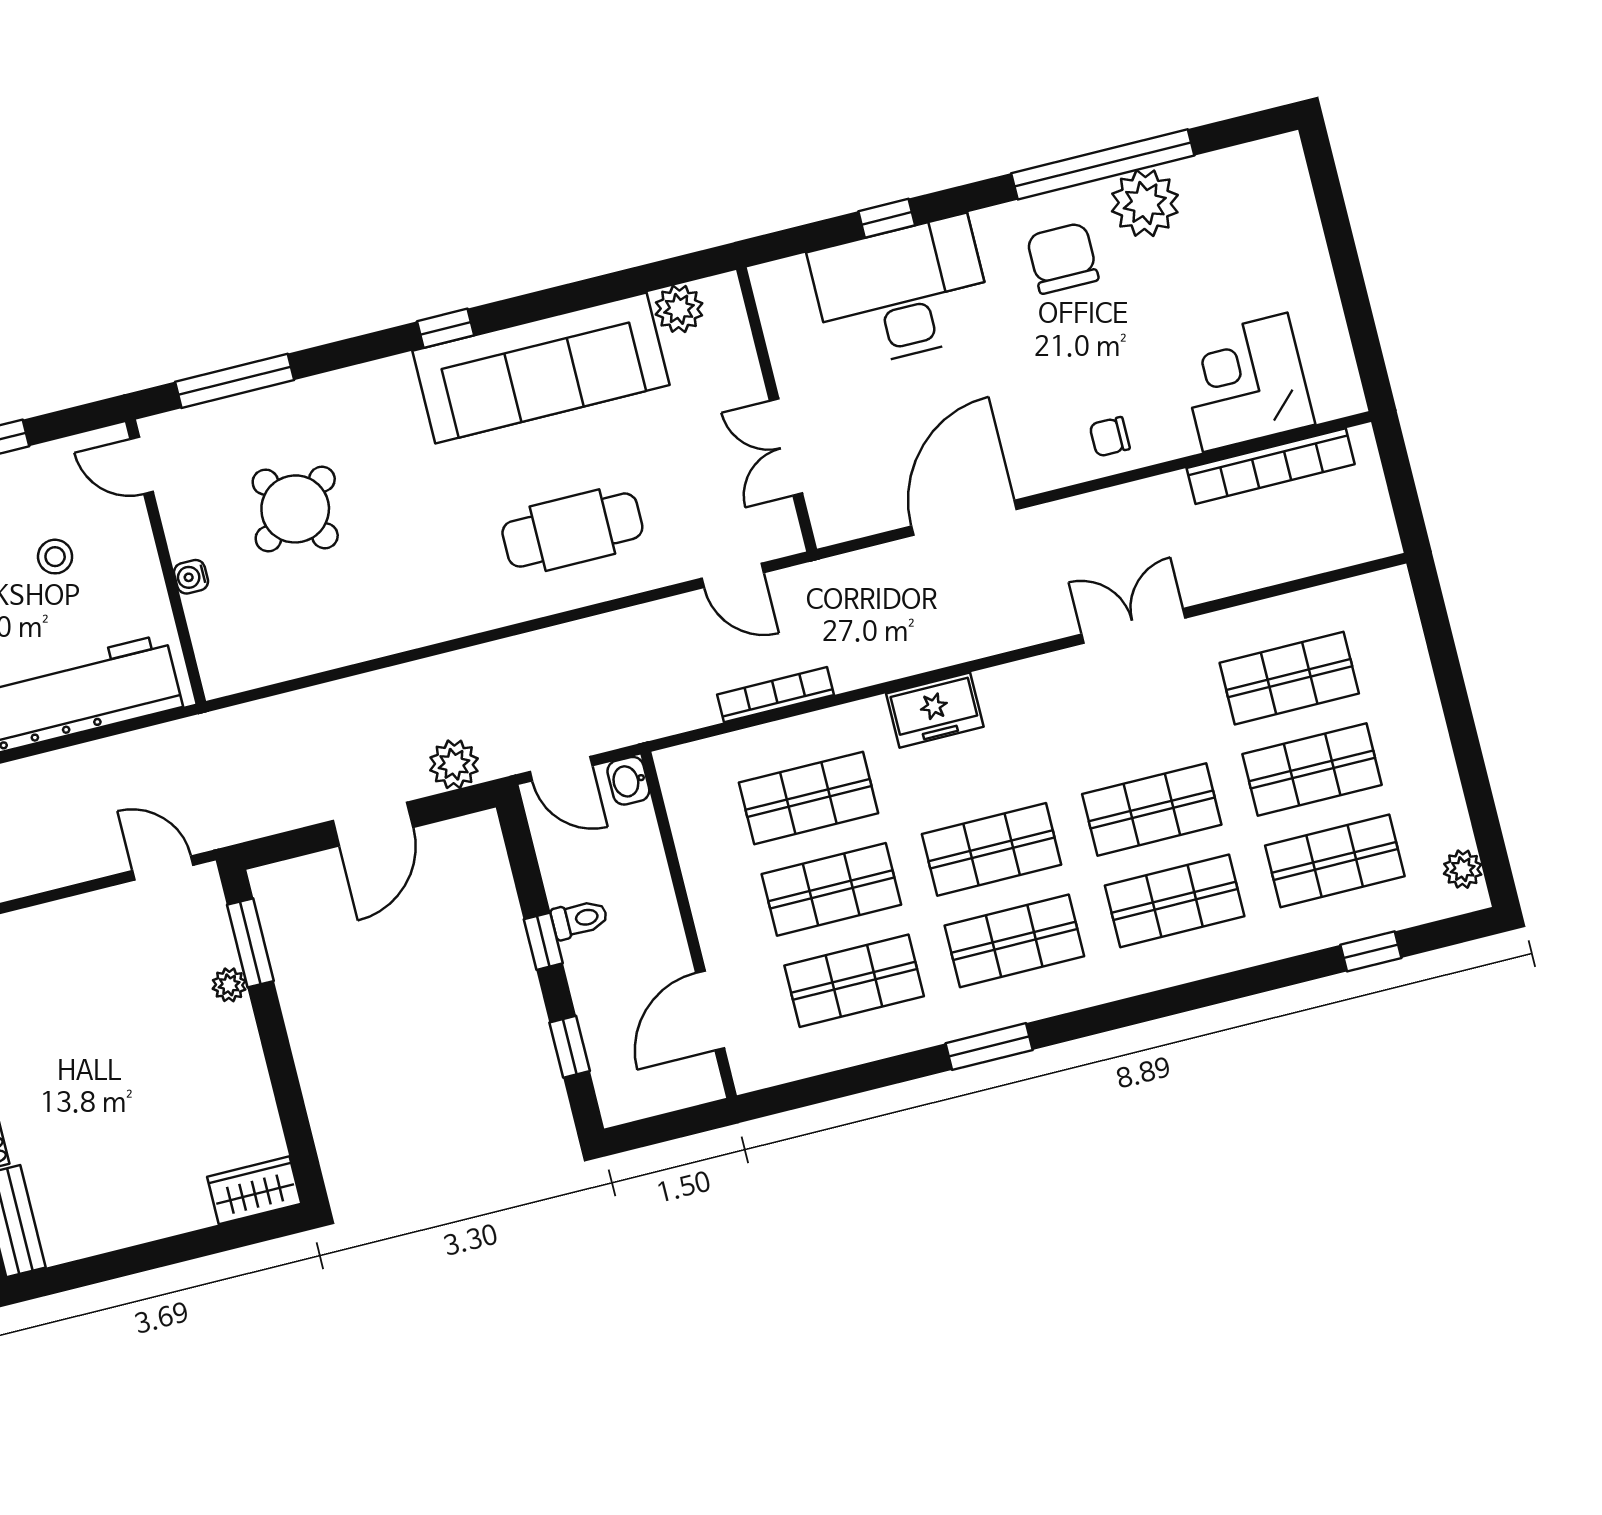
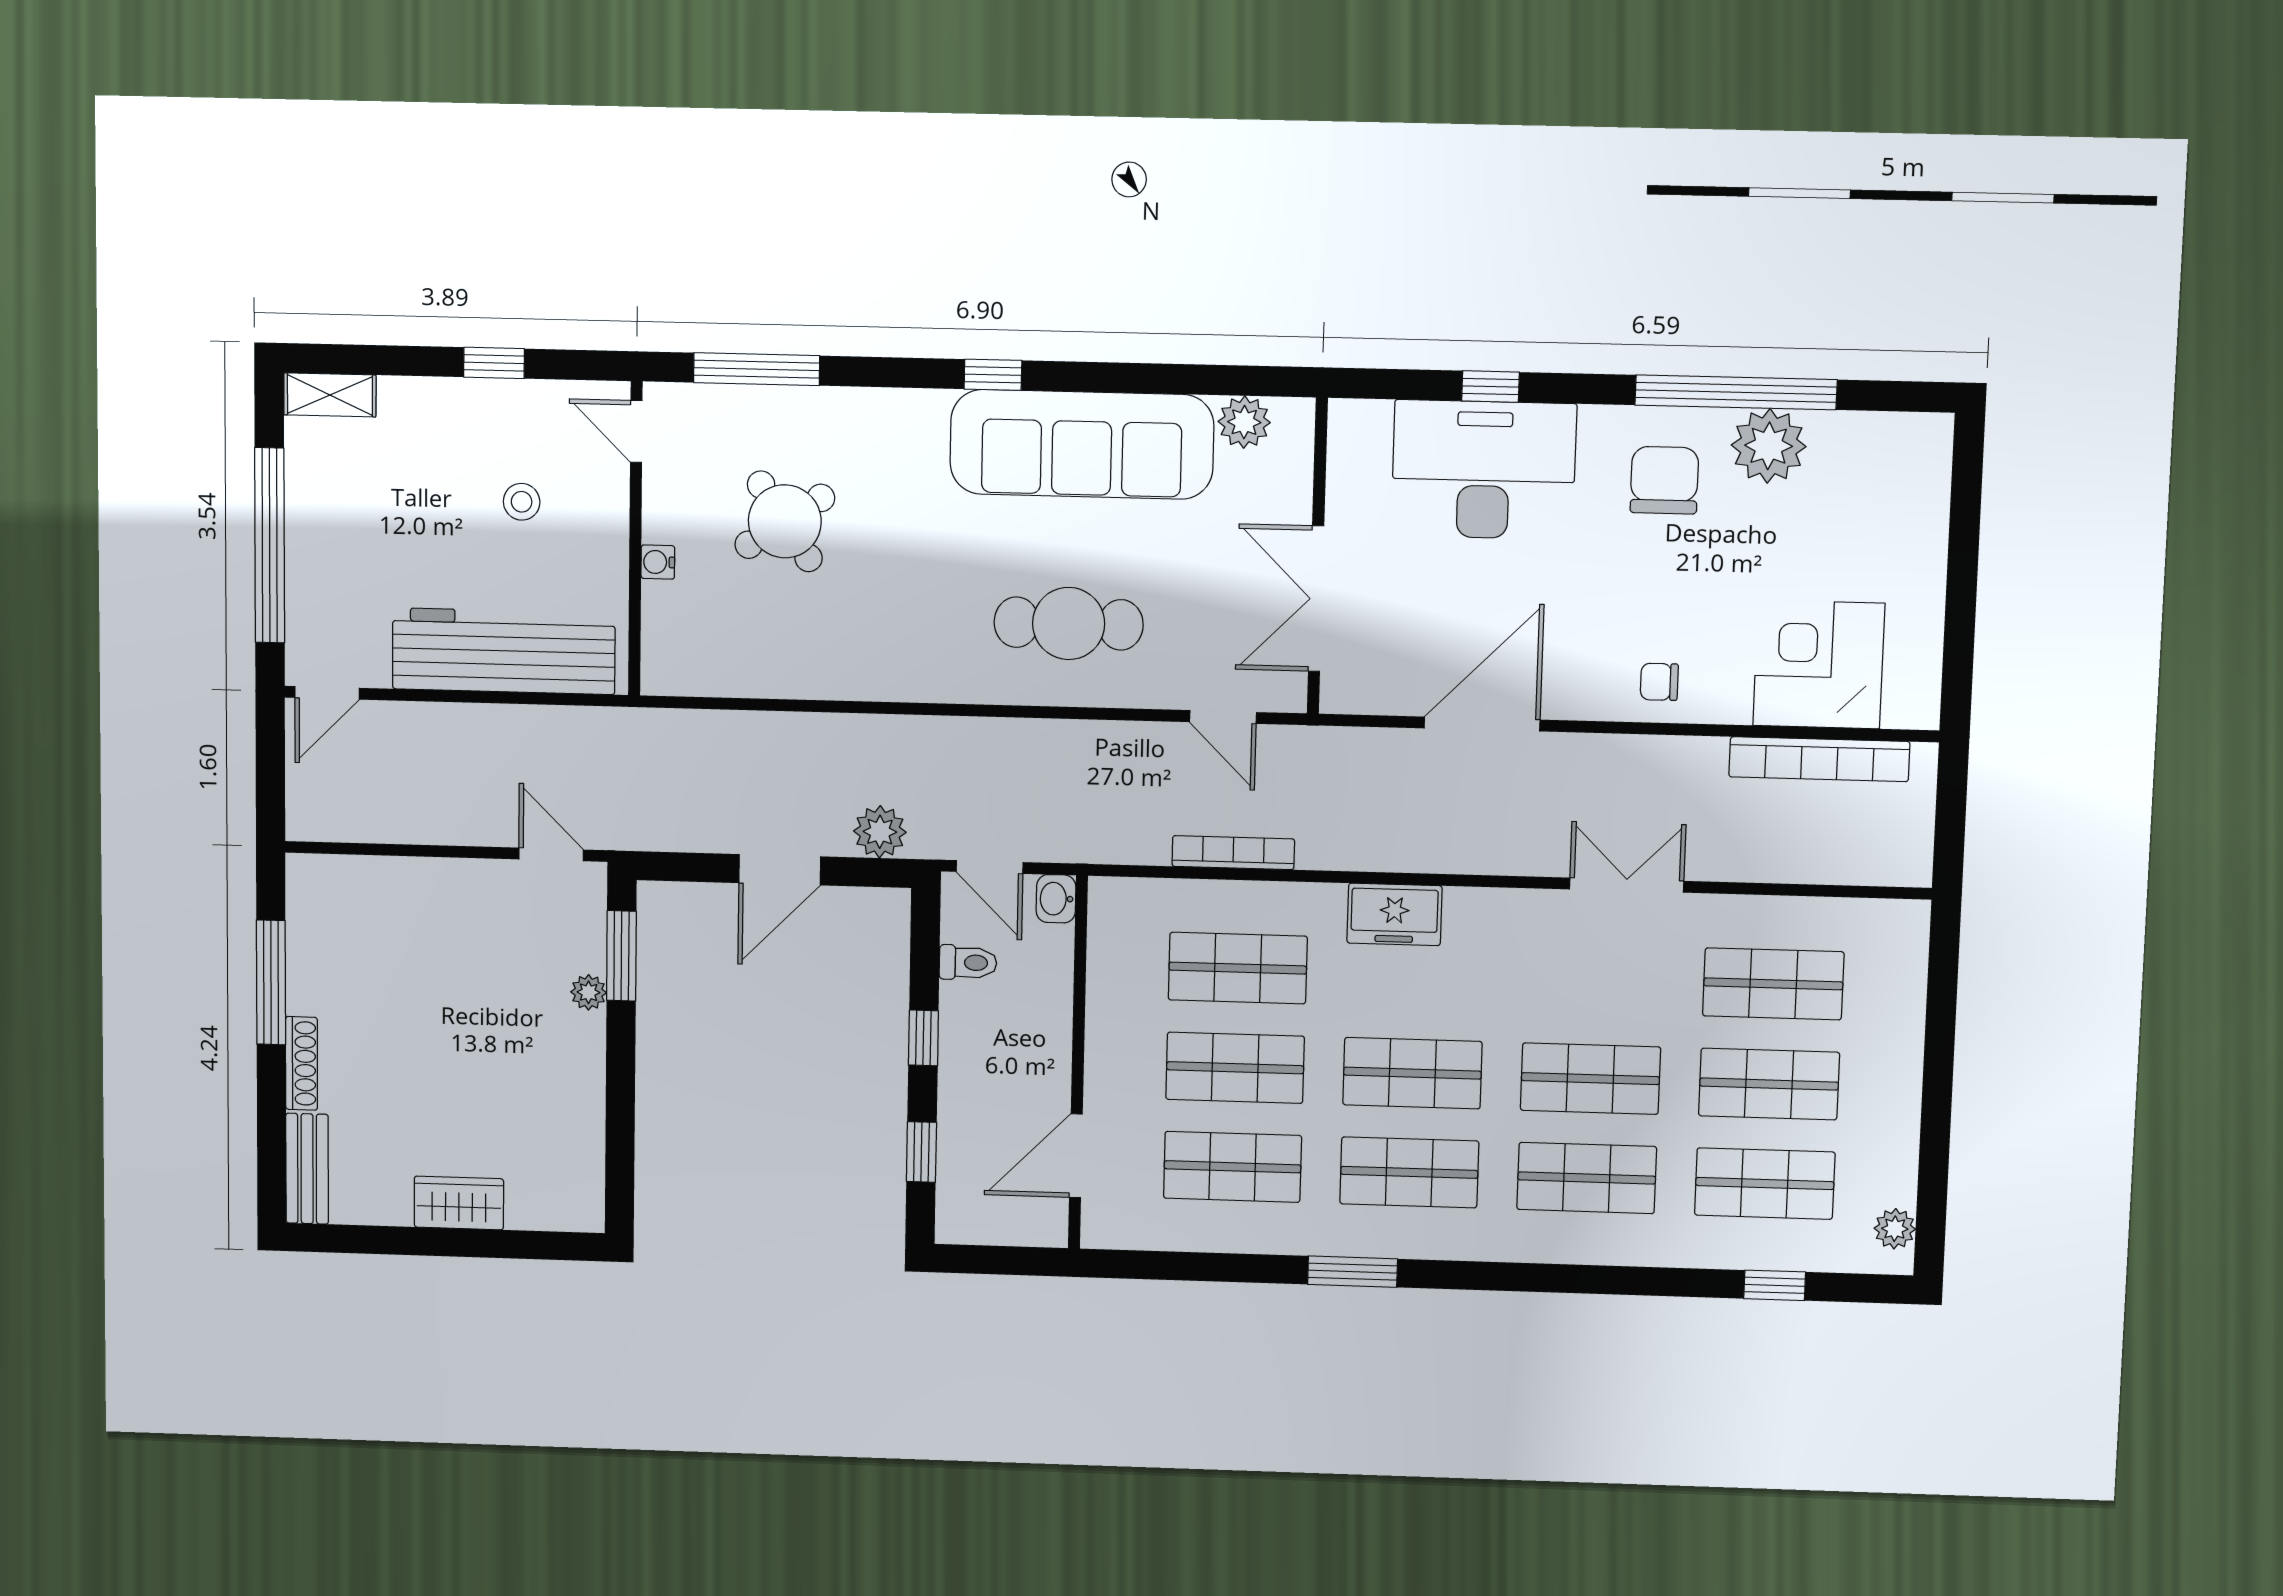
double door: (786, 447) -> (1316, 599), width x1.37
toilet: (579, 919) -> (968, 963), moved
wardrobe: (254, 1190) -> (459, 1203), moved

